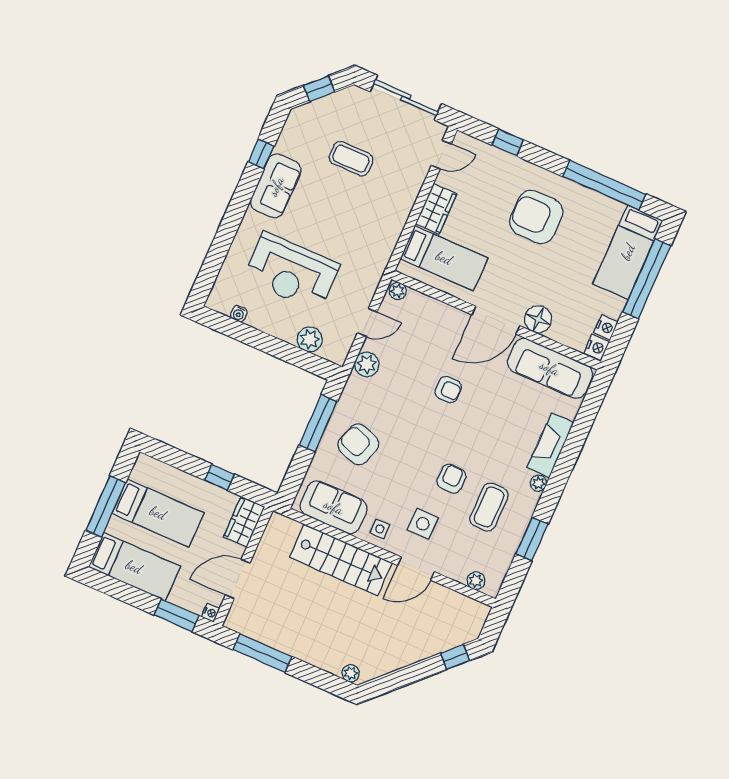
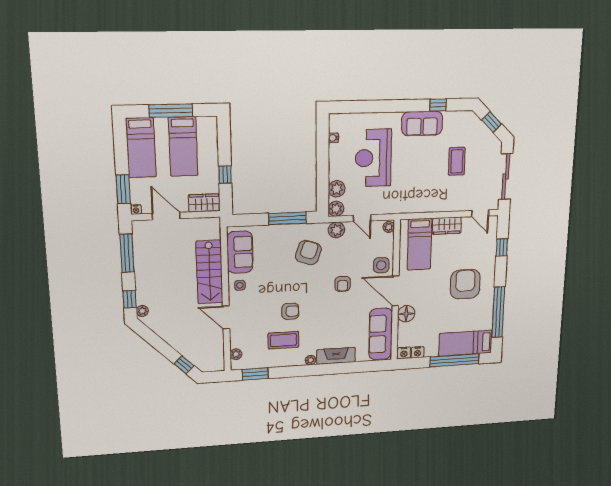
plant: (337, 352) -> (336, 209), added
armchair: (358, 444) -> (308, 253), moved
side table: (423, 524) -> (381, 265), moved
window: (532, 539) -> (255, 374), moved
window: (326, 681) -> (130, 299), added

